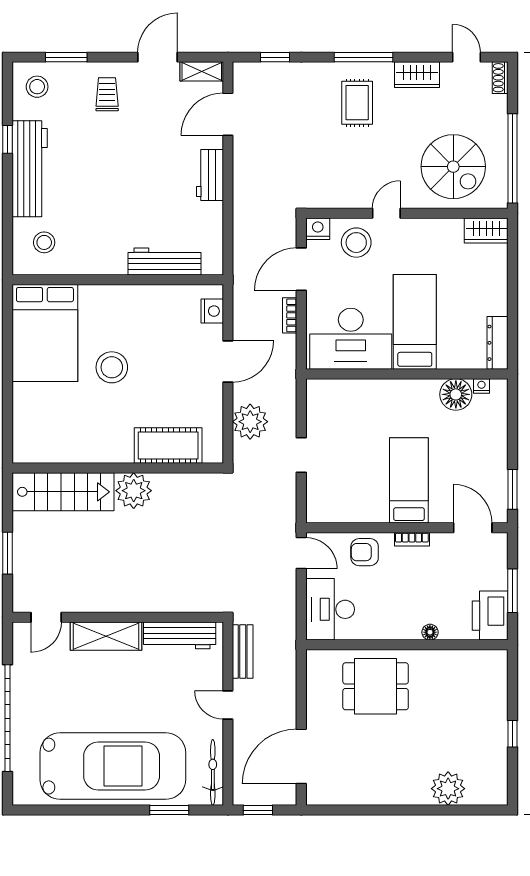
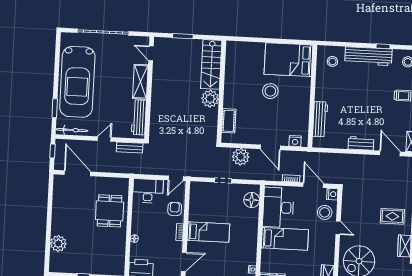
floor lamp: (456, 394) -> (252, 200), moved
cot: (168, 445) -> (229, 121), width x0.73, depth x0.75

